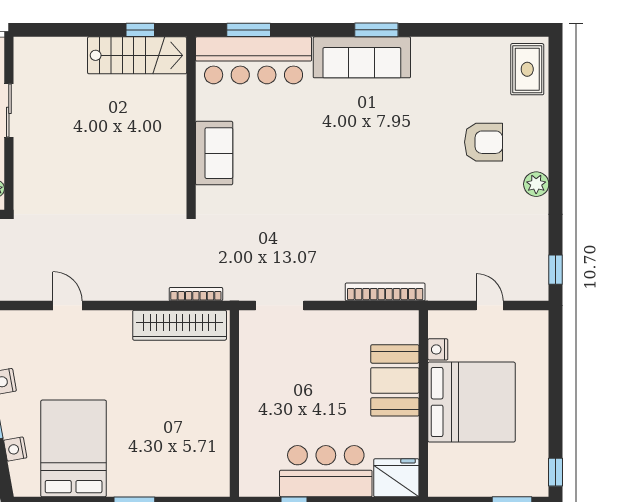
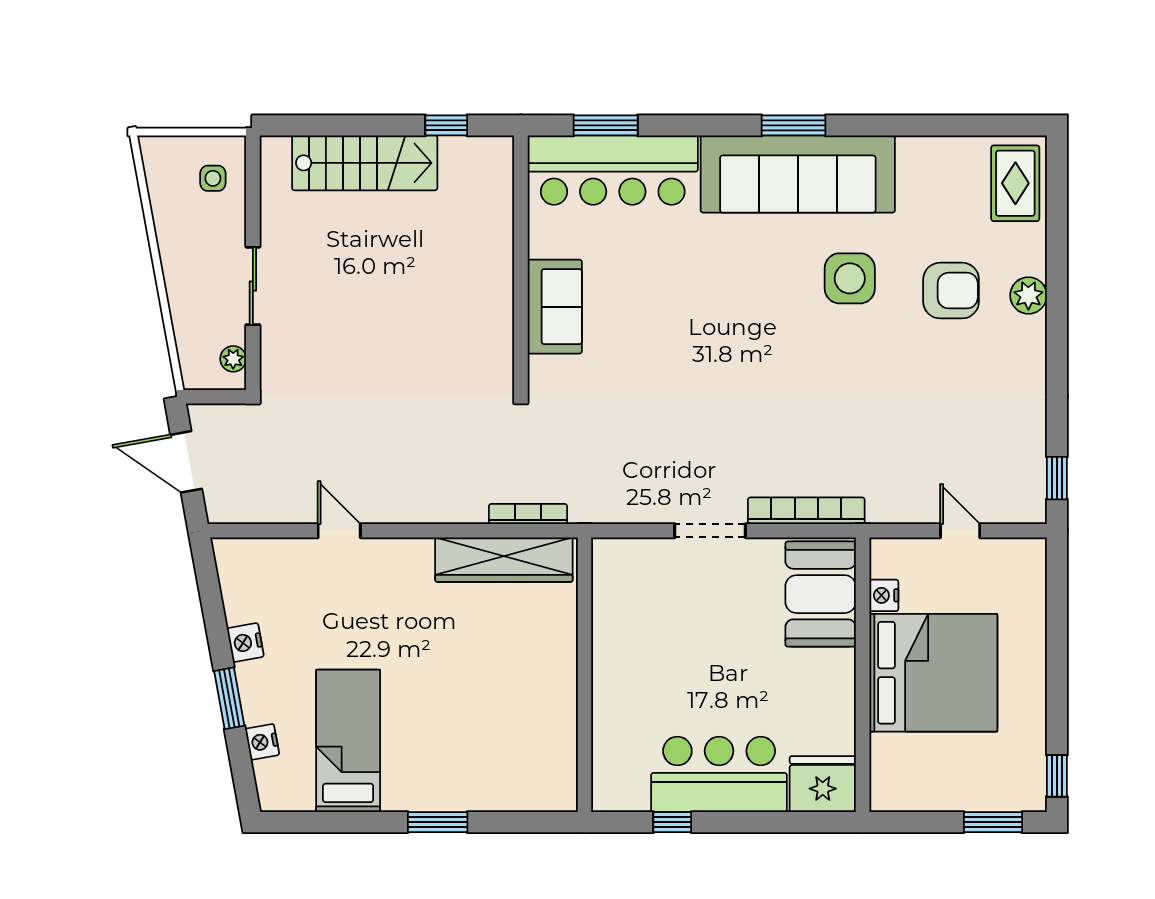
stairs: (137, 55) -> (365, 163), moved
sofa: (362, 57) -> (798, 174), width x1.36, depth x1.27
sliding door: (9, 110) -> (253, 286), moved
side table: (415, 134) -> (850, 278), added
plant: (536, 184) -> (1028, 295), moved
doorway: (280, 305) -> (710, 531), moved
booth: (395, 380) -> (821, 594), moved
bed: (74, 448) -> (348, 741), width x0.67

